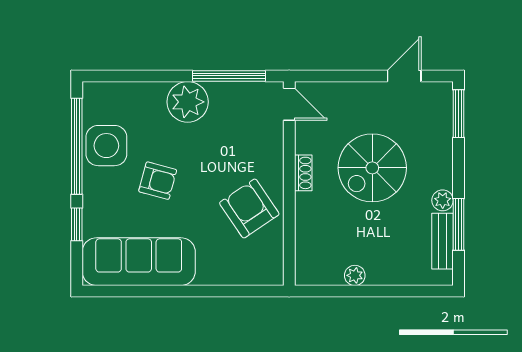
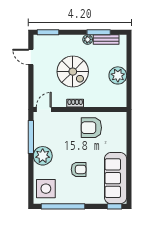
side table: (106, 146) -> (46, 189), moved
armchair: (158, 181) -> (79, 169), turned 75
armchair: (249, 208) -> (91, 128), turned 34
window: (77, 224) -> (115, 206), moved
plant: (355, 275) -> (118, 75), width x1.87, depth x1.87

